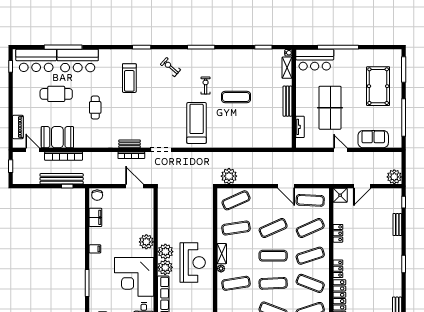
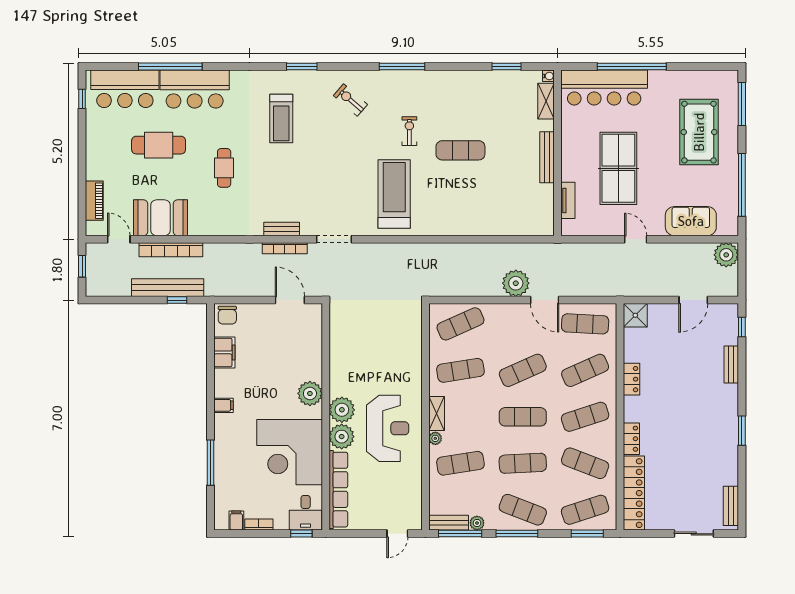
bar counter: (315, 60) -> (604, 88), width x1.36
plant: (229, 176) -> (516, 283), moved
plant: (394, 177) -> (726, 255), moved
door: (362, 186) -> (693, 300), moved

